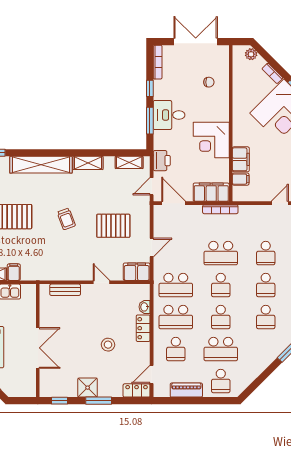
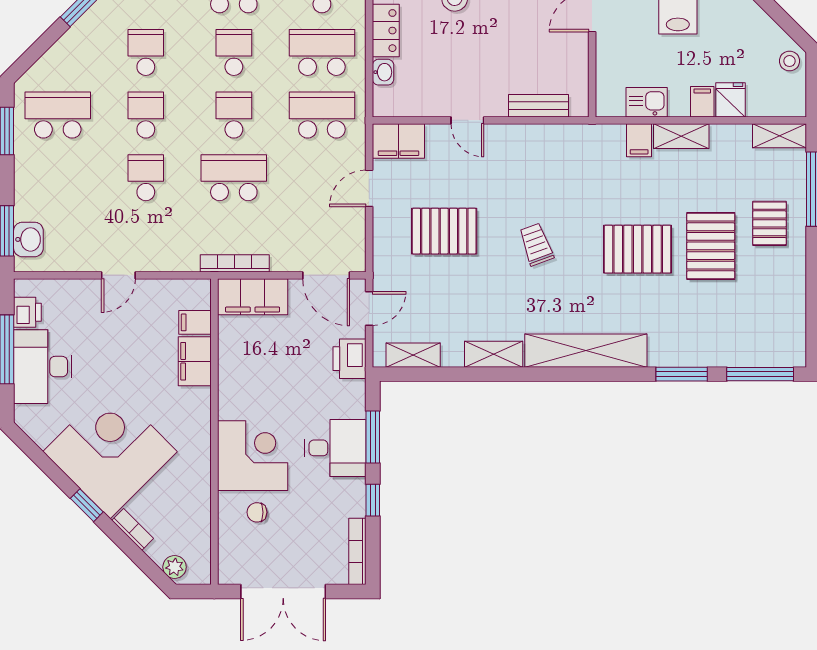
corner desk: (211, 140) -> (253, 456), moved

